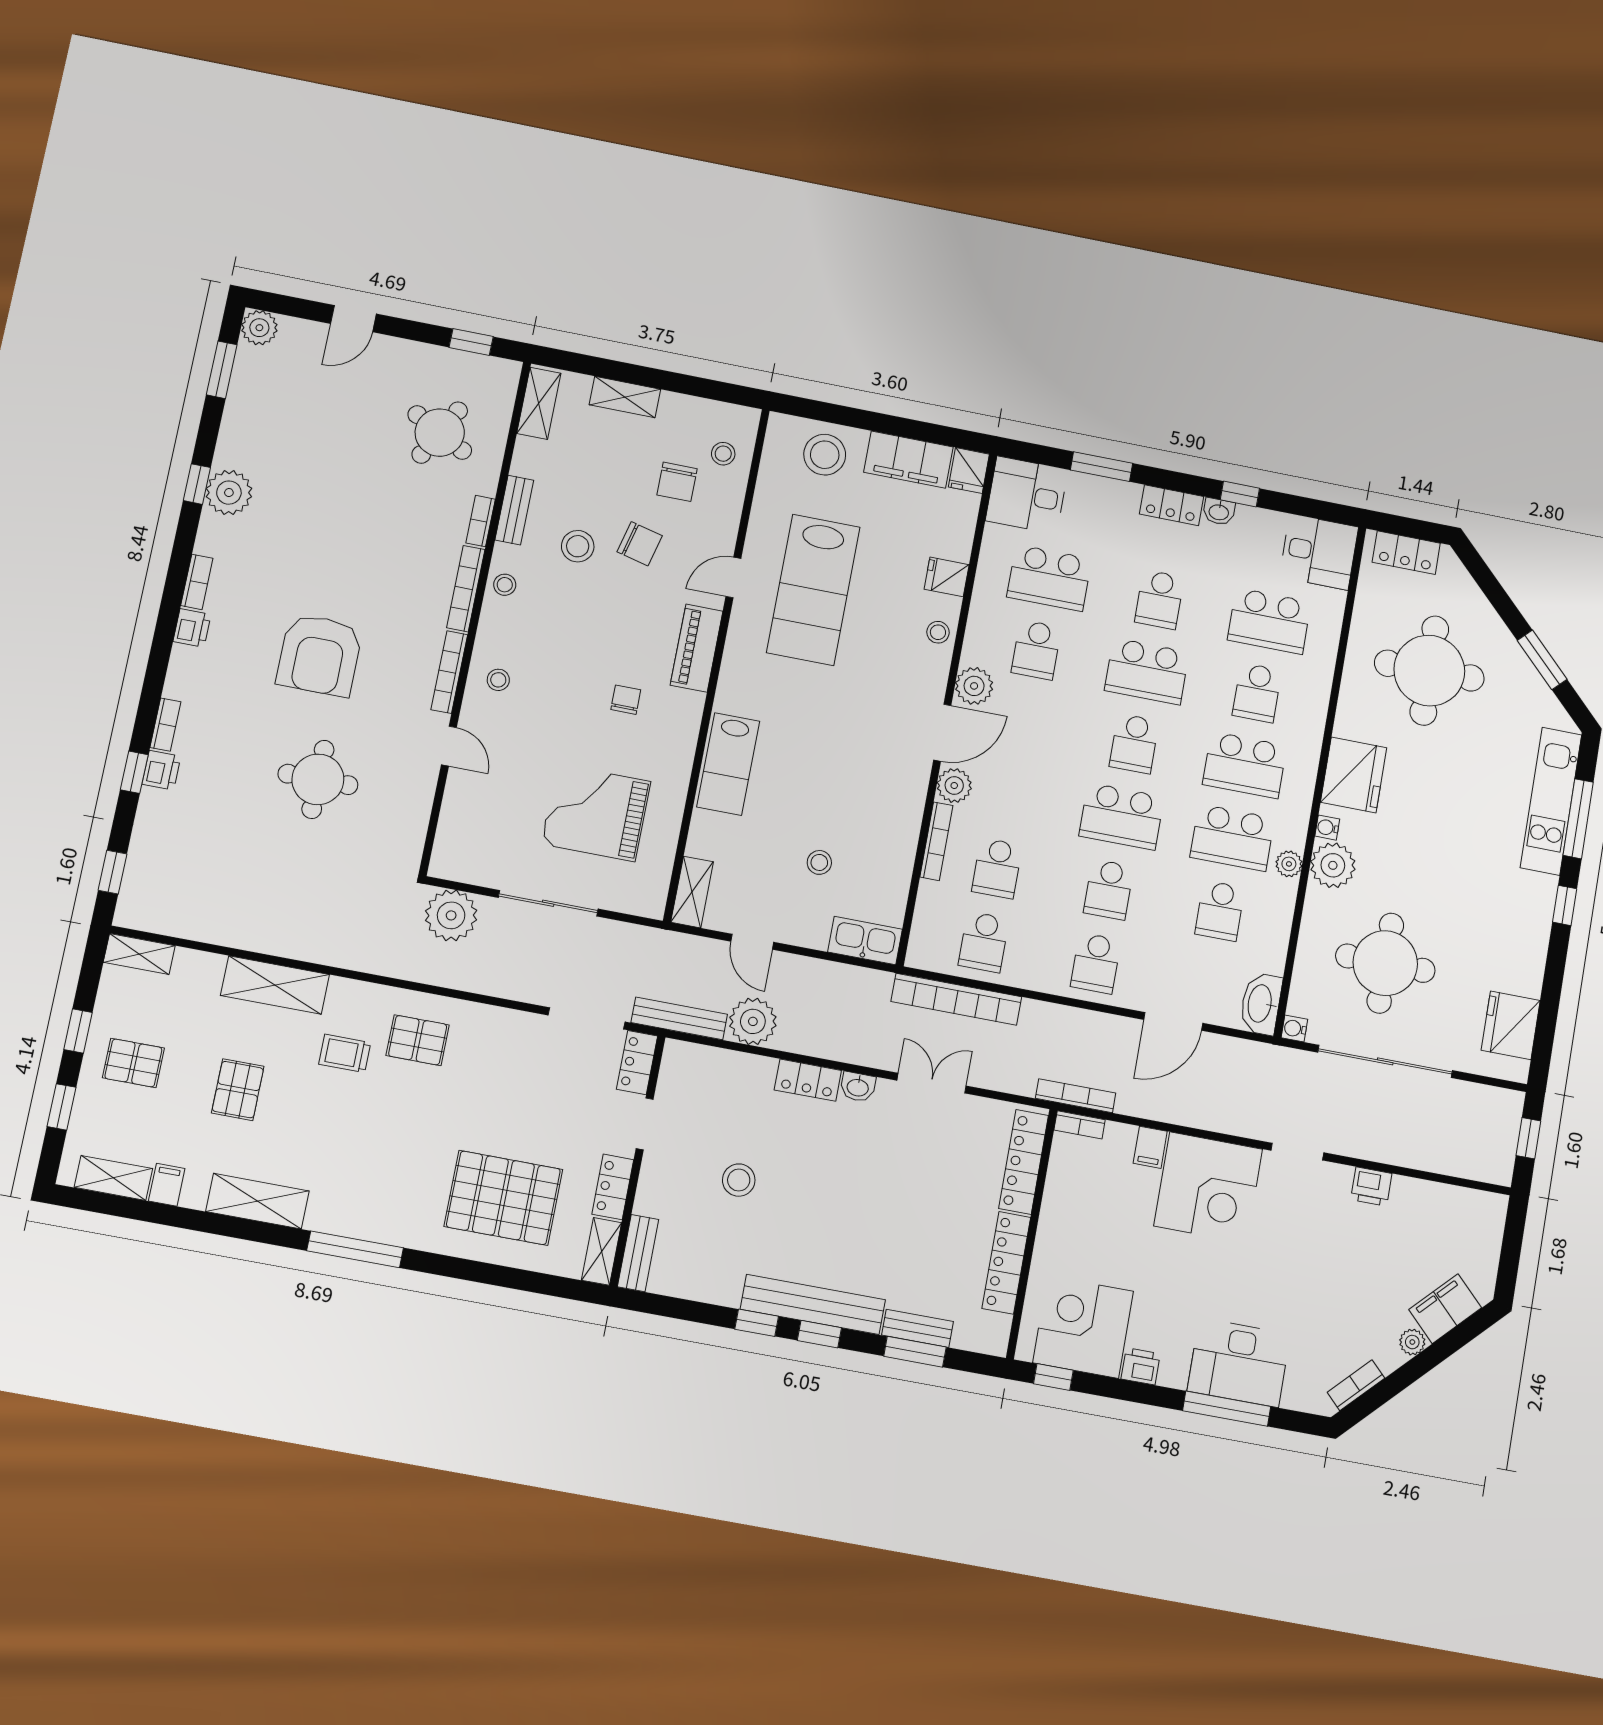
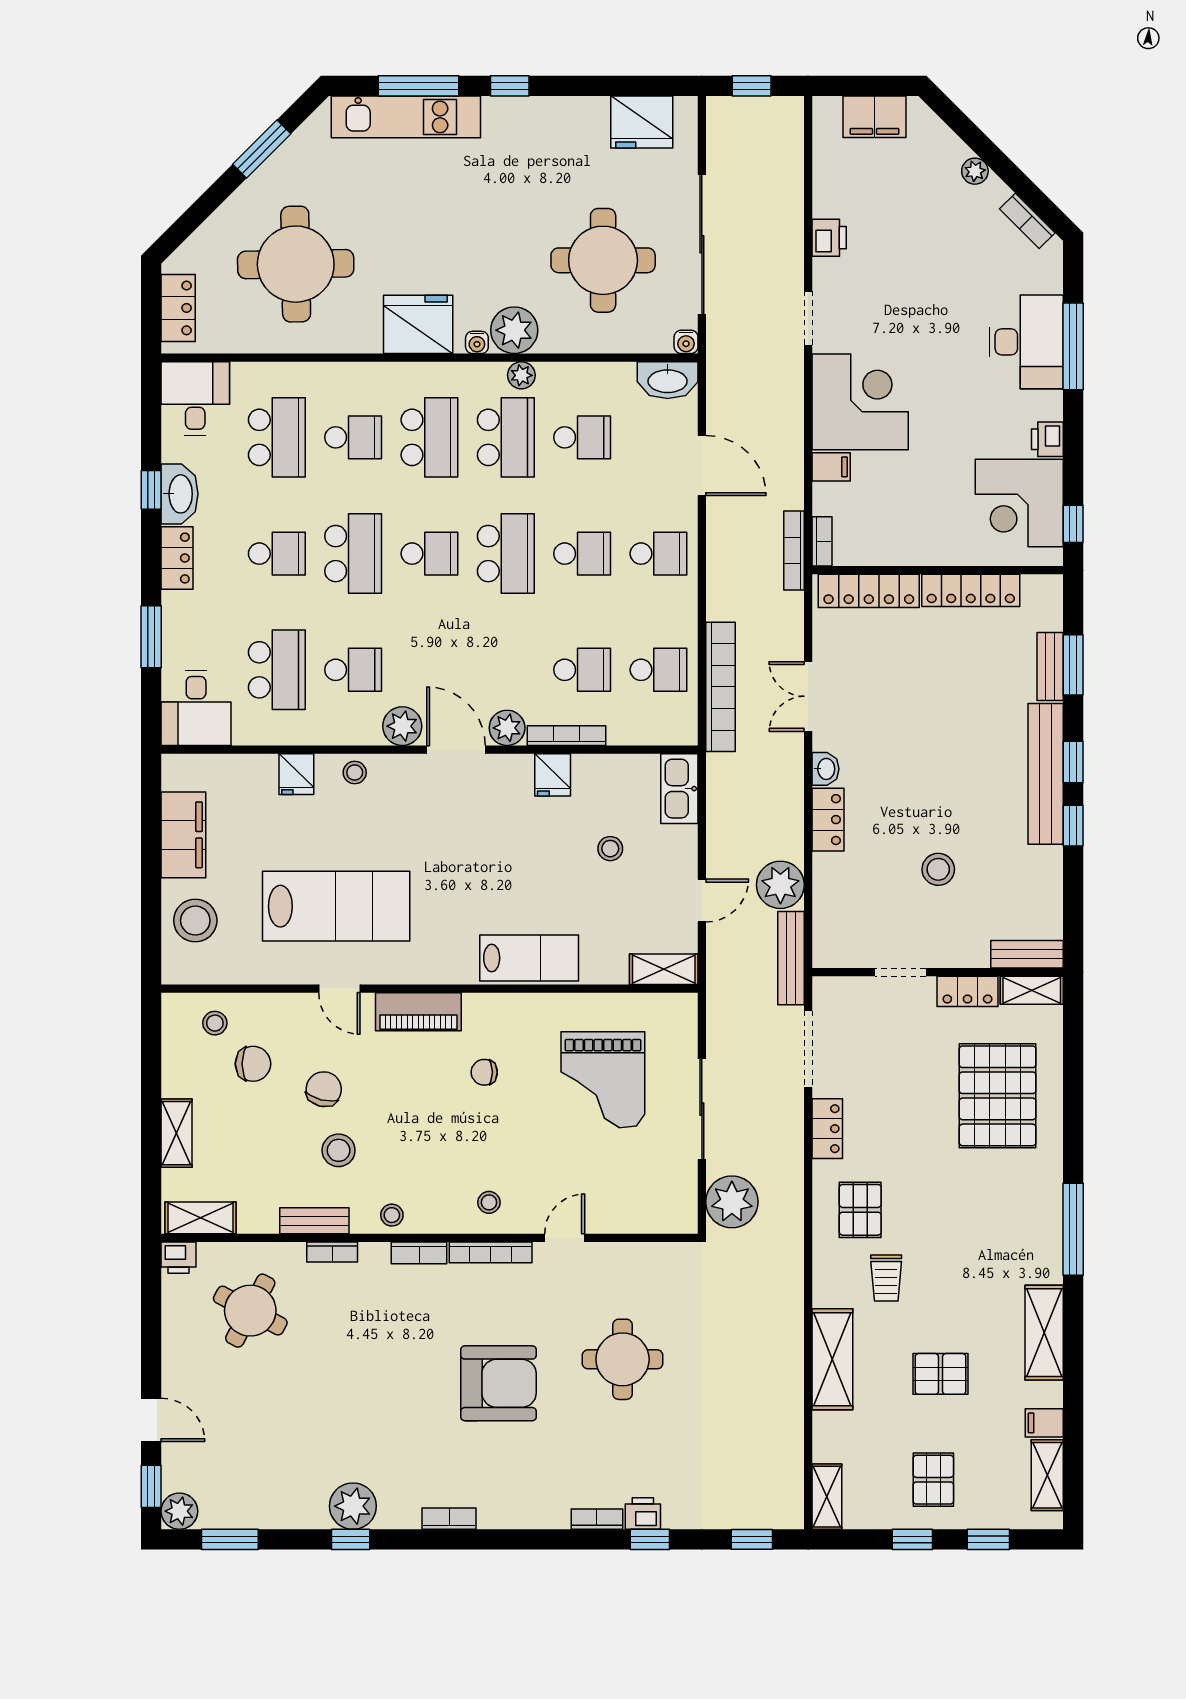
window: (471, 342) -> (151, 1486), moved
fridge: (969, 471) -> (553, 775), moved, turned 90
washbasin: (1219, 512) -> (180, 494), width x1.91, depth x1.45
bookcase: (466, 589) -> (419, 1253), width x0.64
printer: (192, 628) -> (178, 1258), moved, turned 180
locker: (637, 1063) -> (827, 1129), moved, turned -90
filing cabinet: (1445, 1309) -> (875, 117), moved, turned -45

